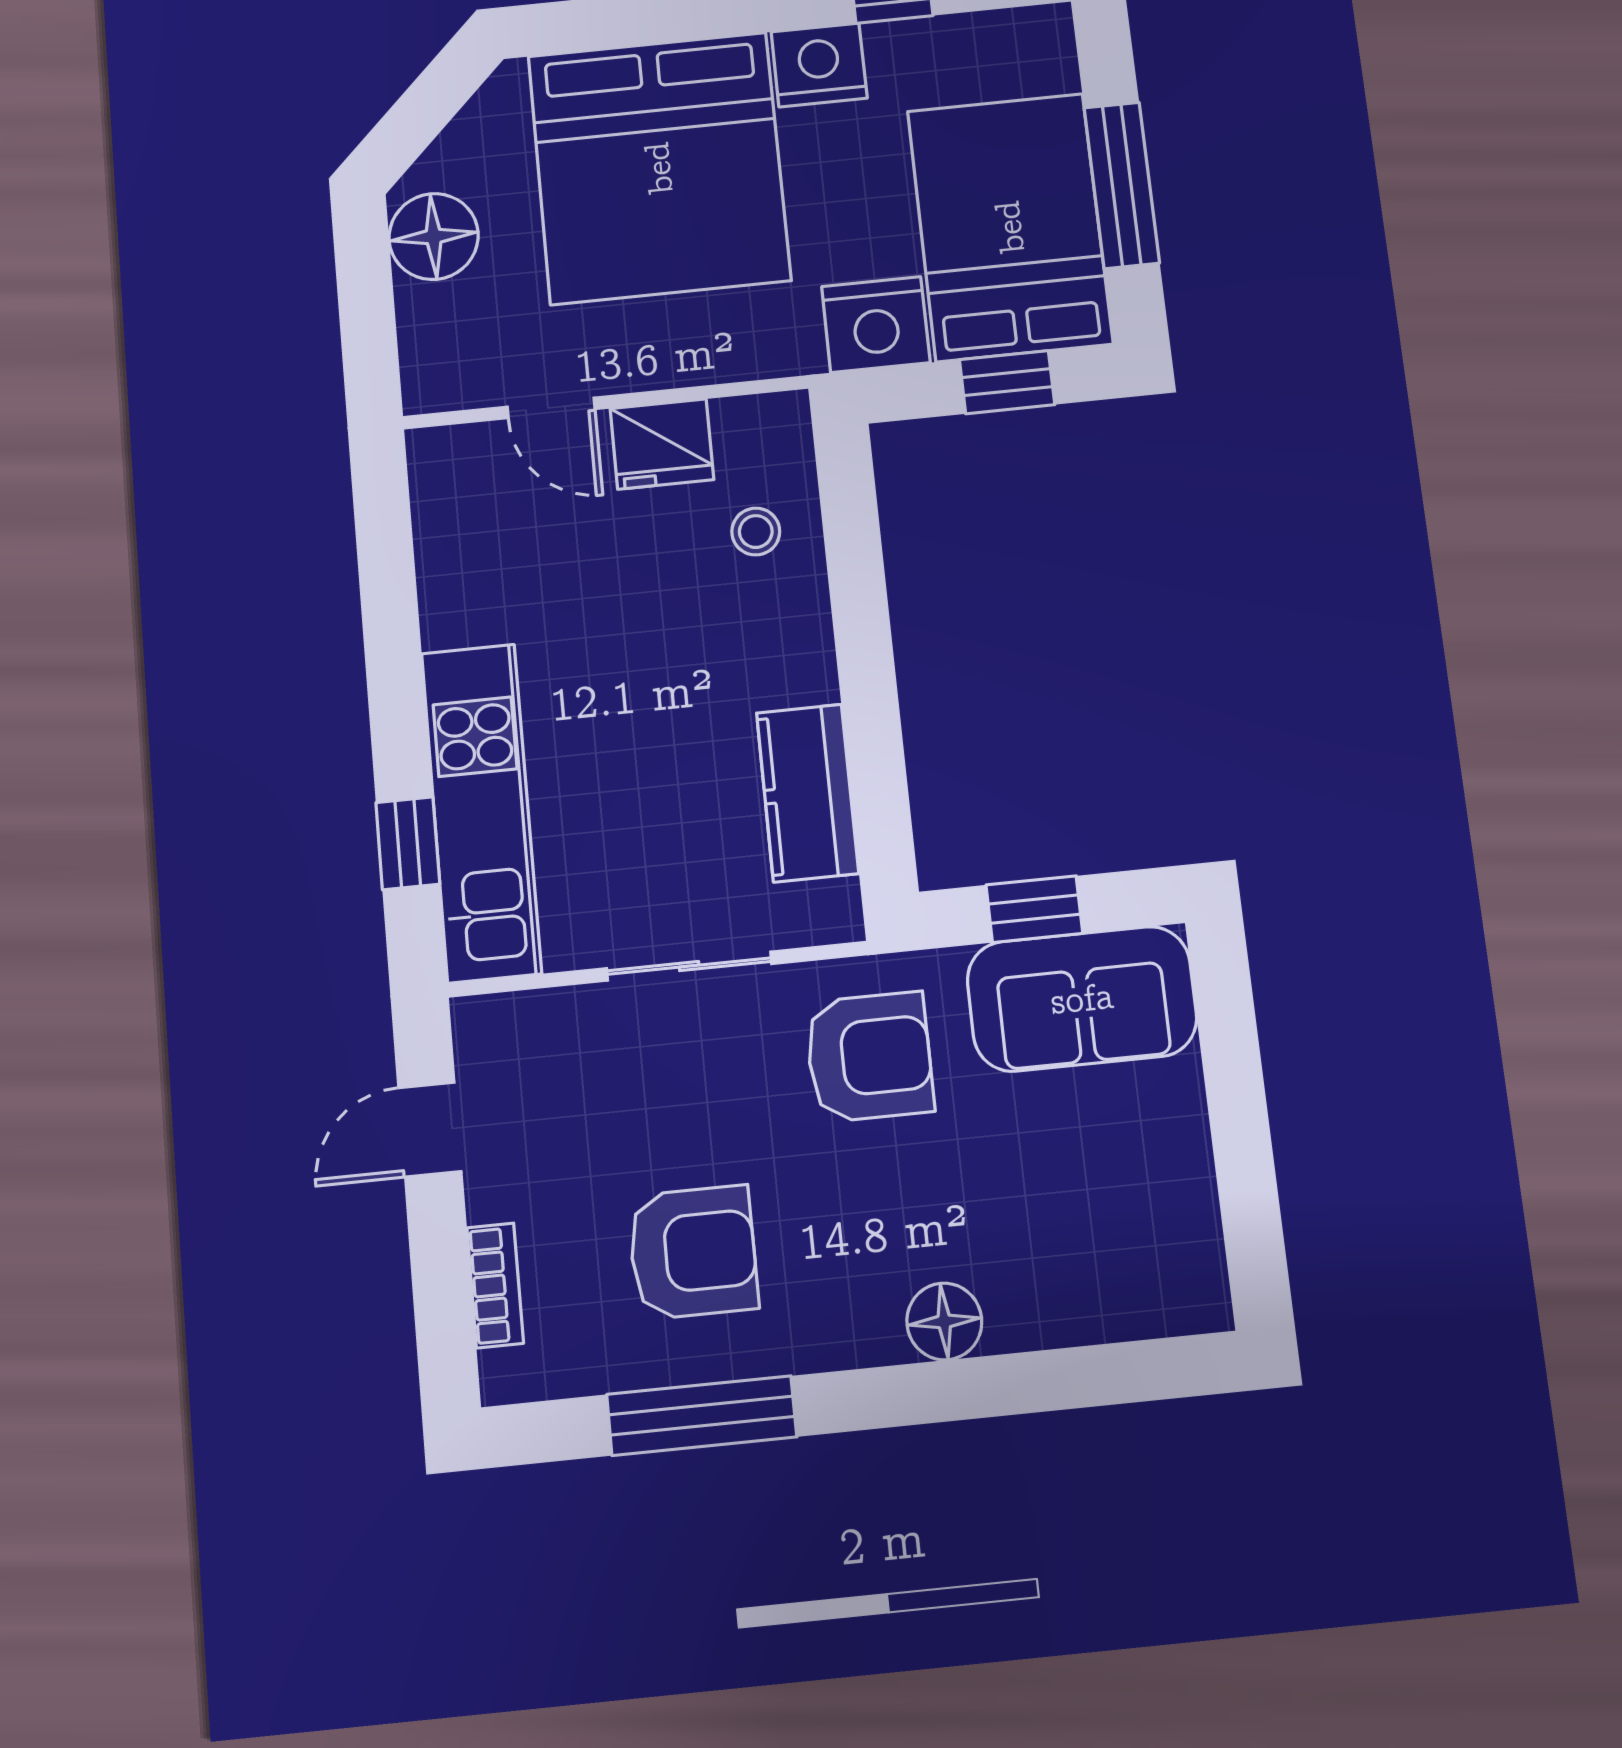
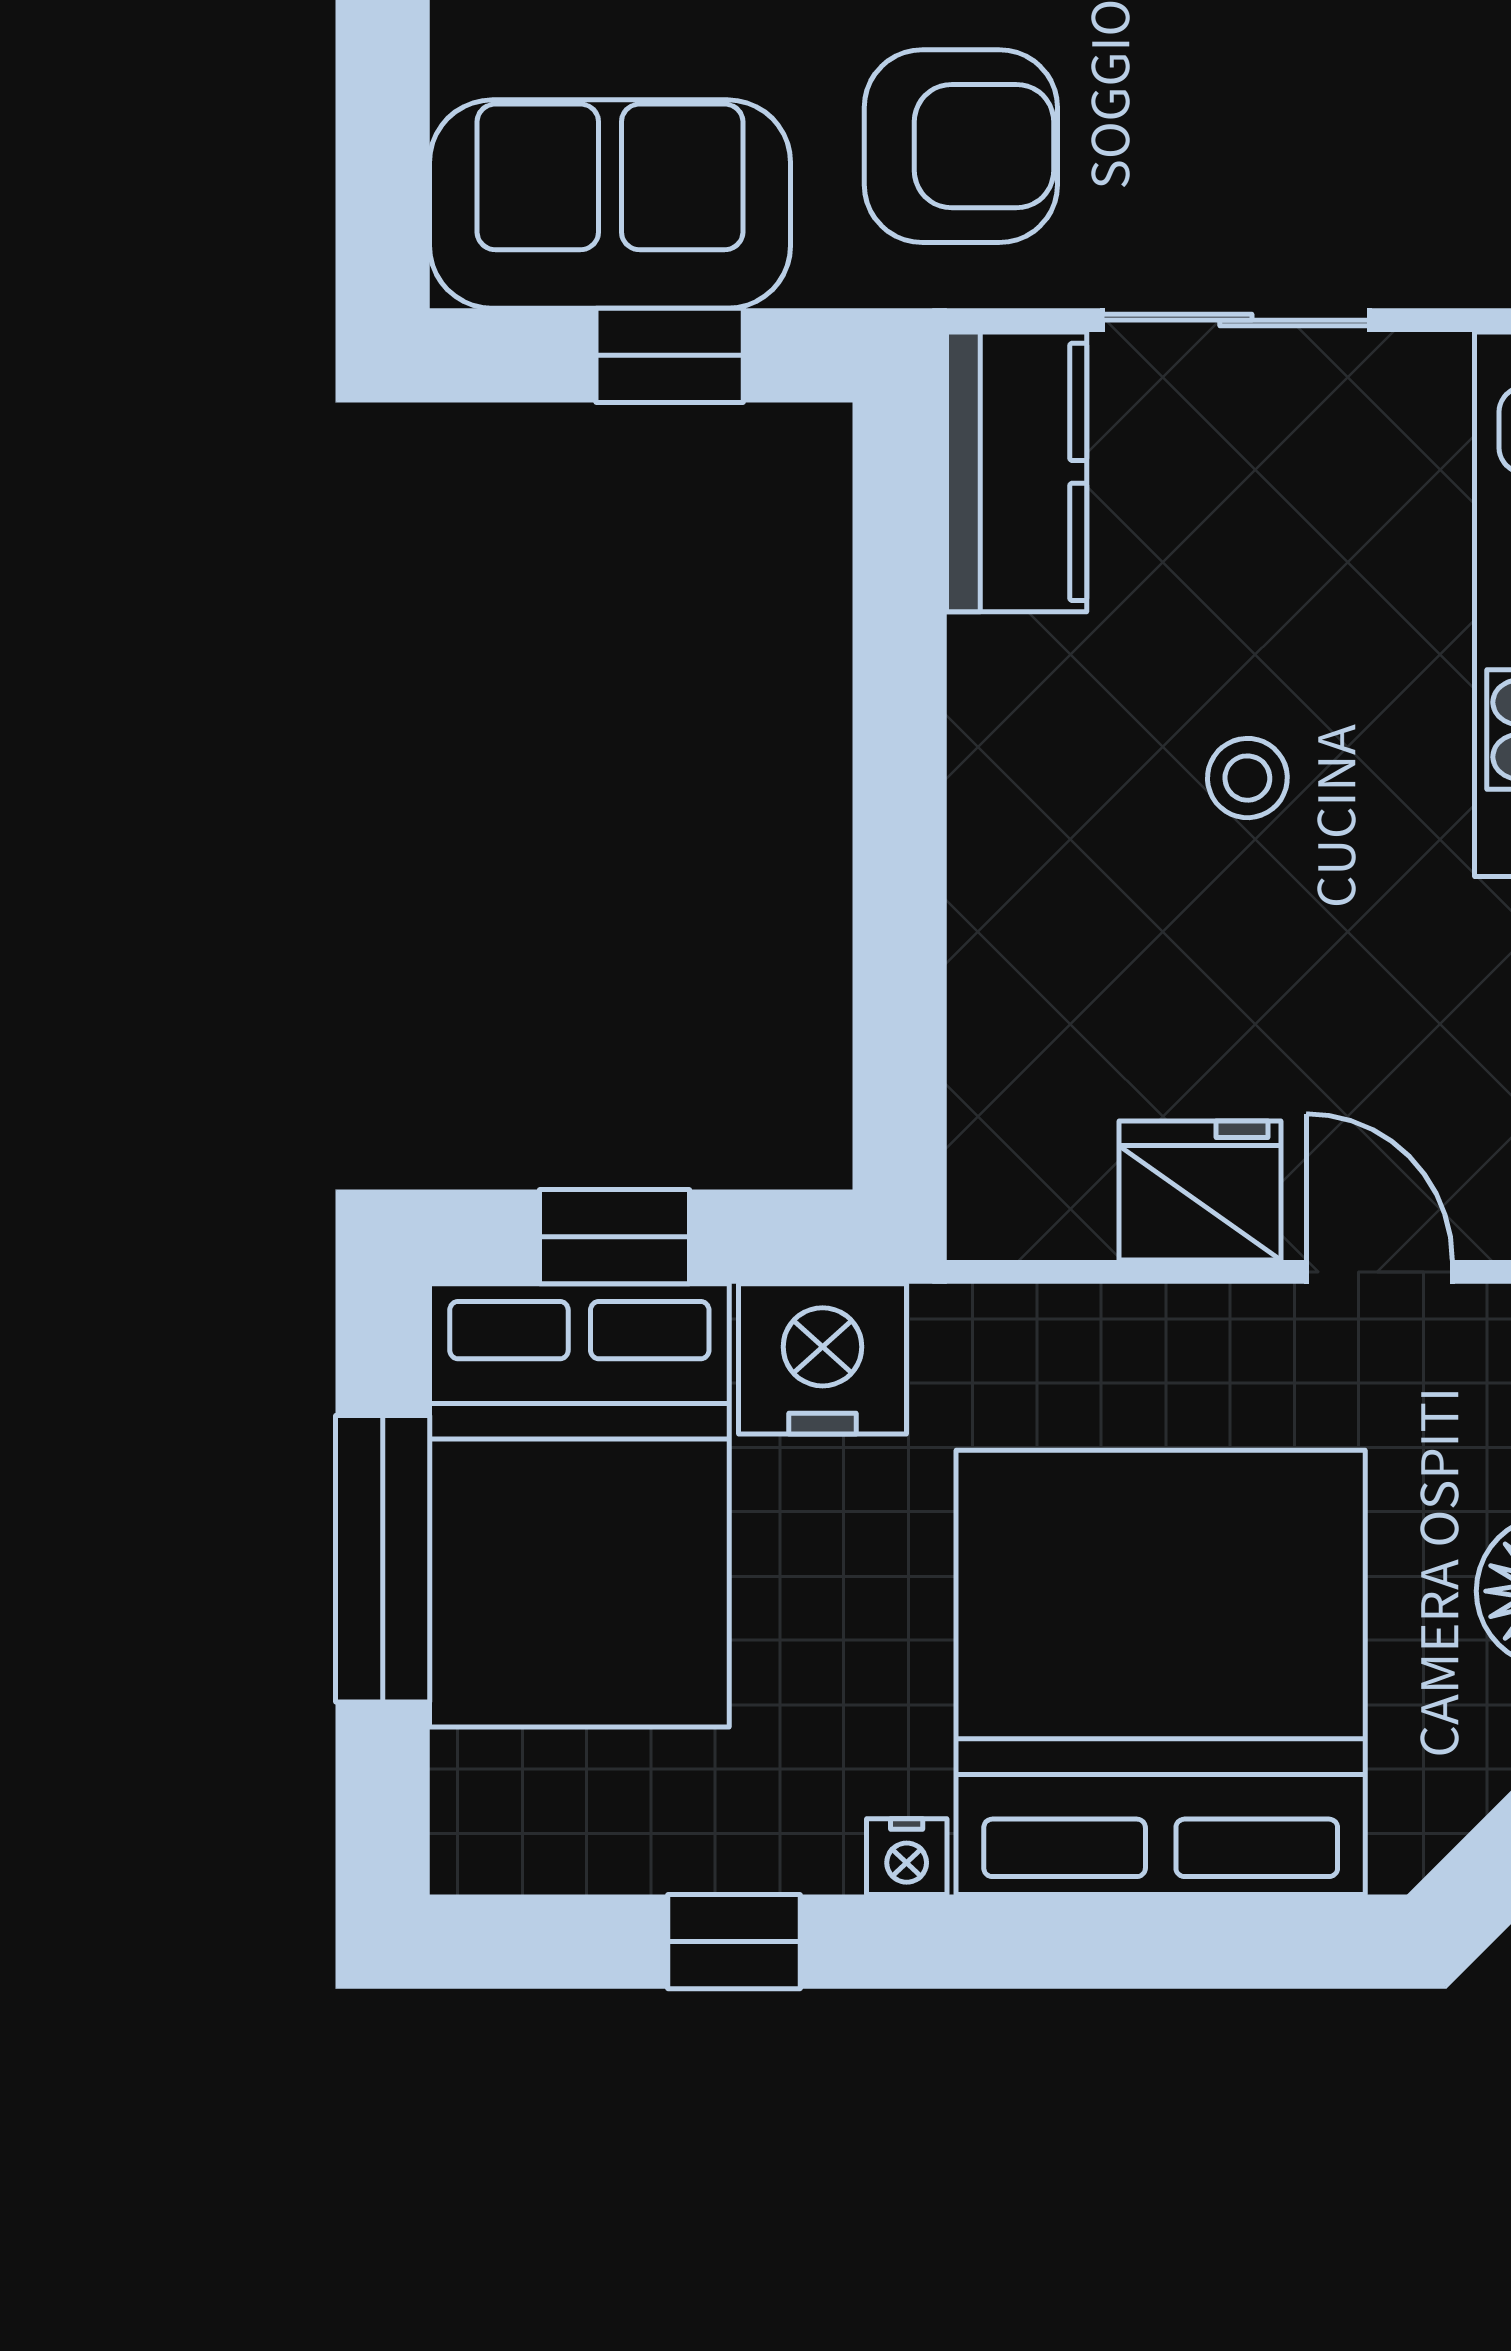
nightstand: (819, 65) -> (907, 1857), width x0.53, depth x0.56
stool: (756, 532) -> (1247, 778), moved
kitchen counter: (808, 793) -> (1017, 472), moved
armchair: (869, 1057) -> (961, 146), turned 180

